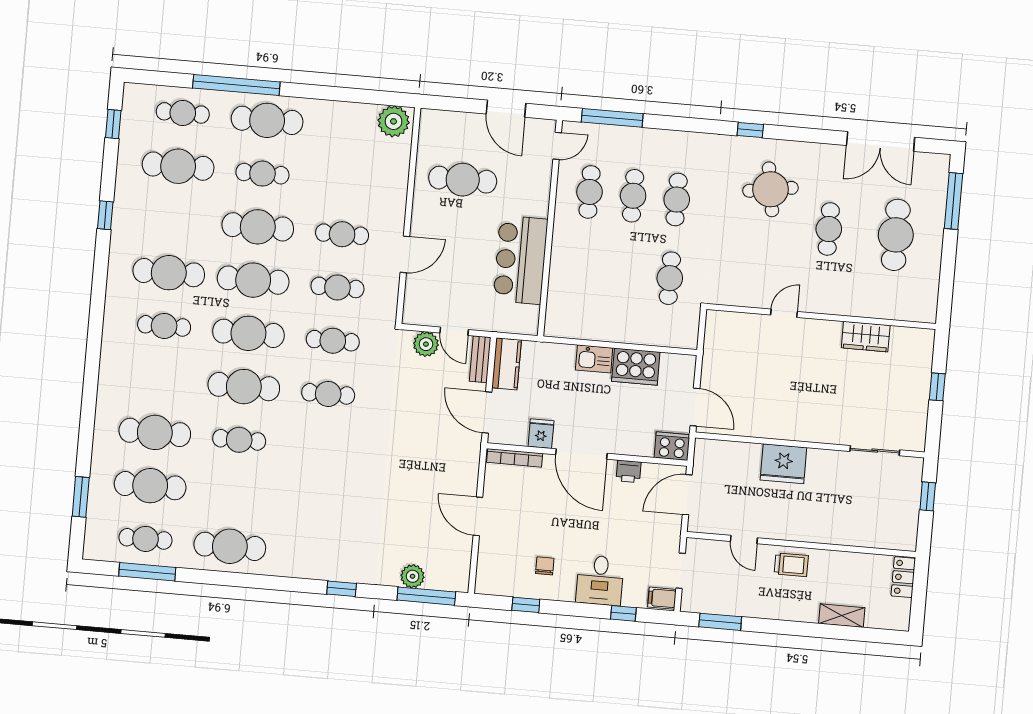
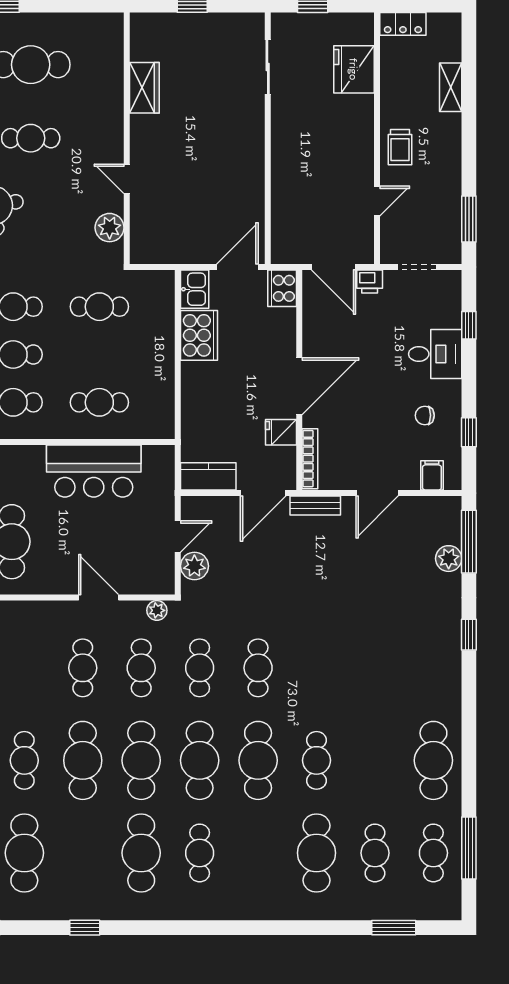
cafe table: (583, 271) -> (99, 402), added
plant: (741, 294) -> (110, 228), added
plant: (388, 306) -> (157, 610), added
bench: (480, 359) -> (315, 506), moved
kitchen sink: (594, 359) -> (195, 289), moved
fridge: (783, 464) -> (354, 69), moved, turned 180
printer: (629, 471) -> (370, 282), moved, turned 90
cafe table: (150, 486) -> (375, 853), width x0.73, depth x0.74
trolley: (791, 565) -> (400, 147), turned 180
filing cabinet: (662, 598) -> (432, 475), moved, turned 180

